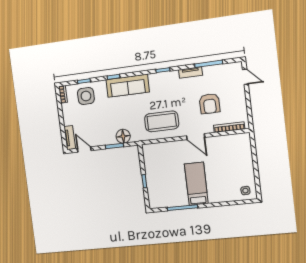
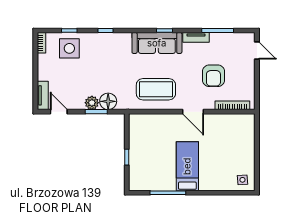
sofa: (128, 86) -> (157, 43), moved
plant: (110, 139) -> (92, 103), added

